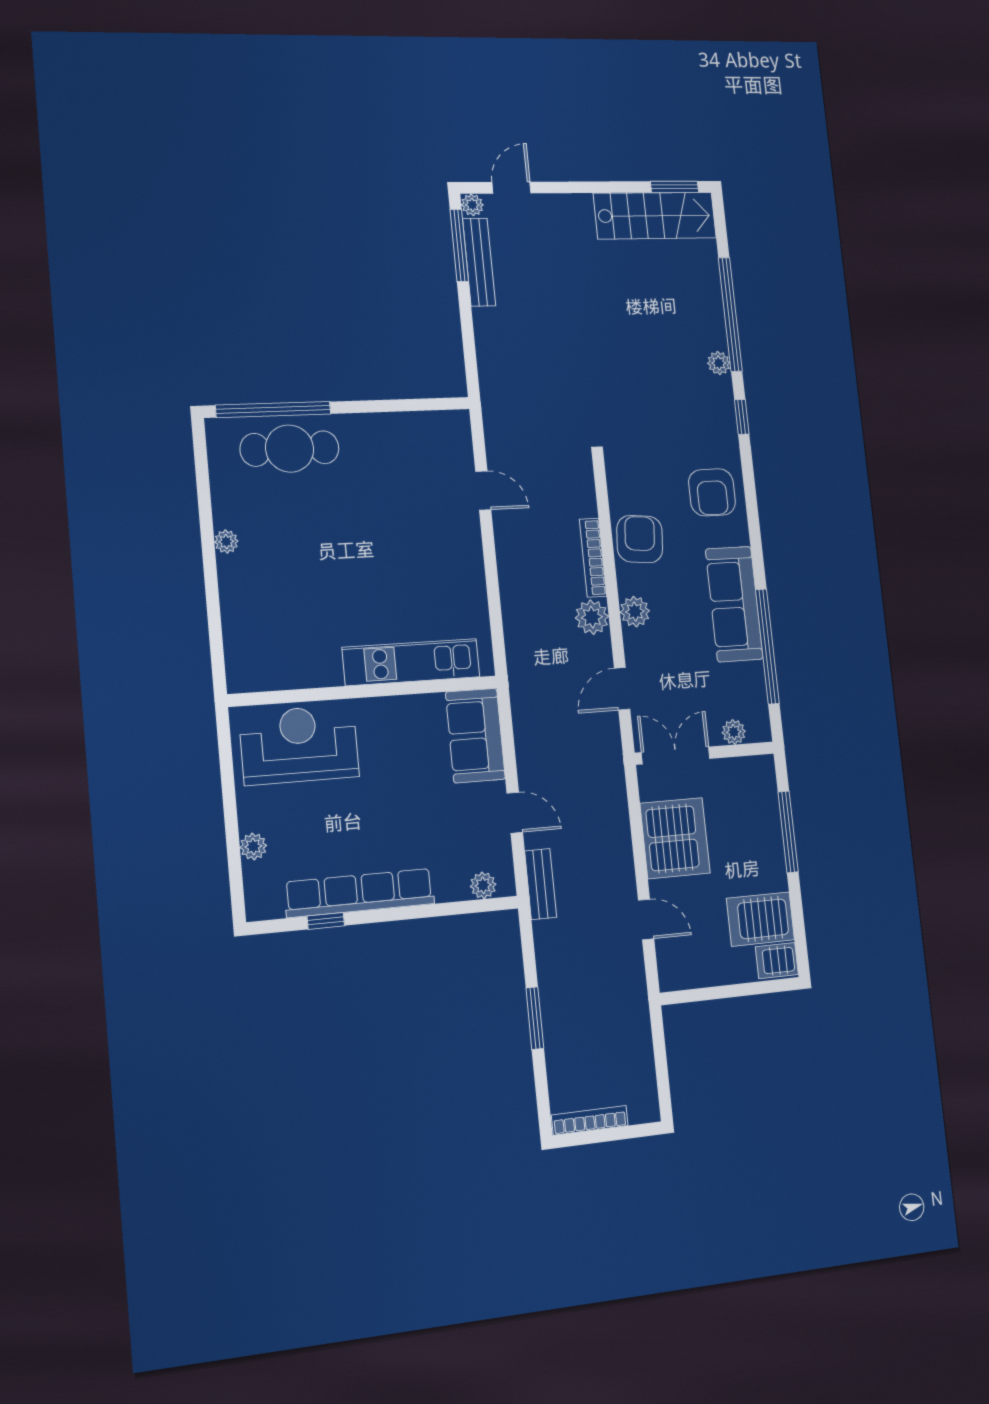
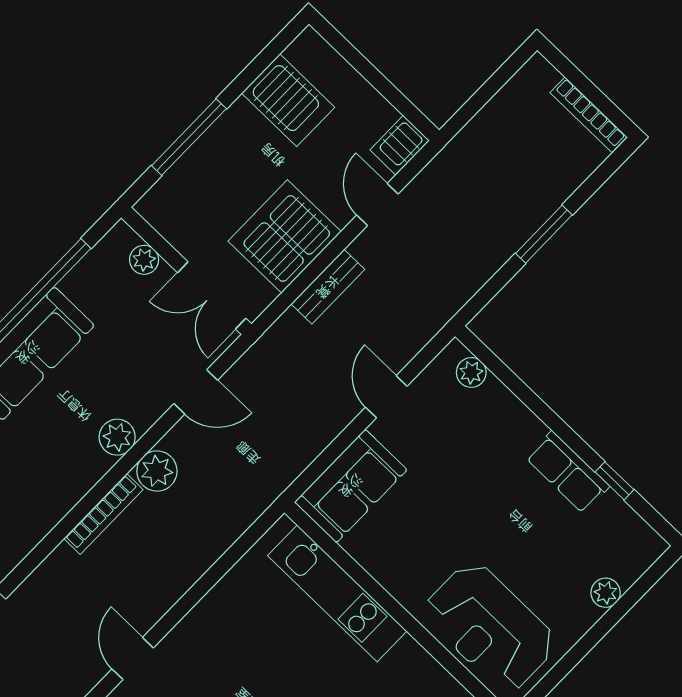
armchair: (640, 539) -> (48, 487), removed
bench: (541, 884) -> (328, 287), moved
row of seats: (360, 893) -> (568, 472), width x0.50
server rack: (777, 961) -> (400, 145), moved, turned 90

